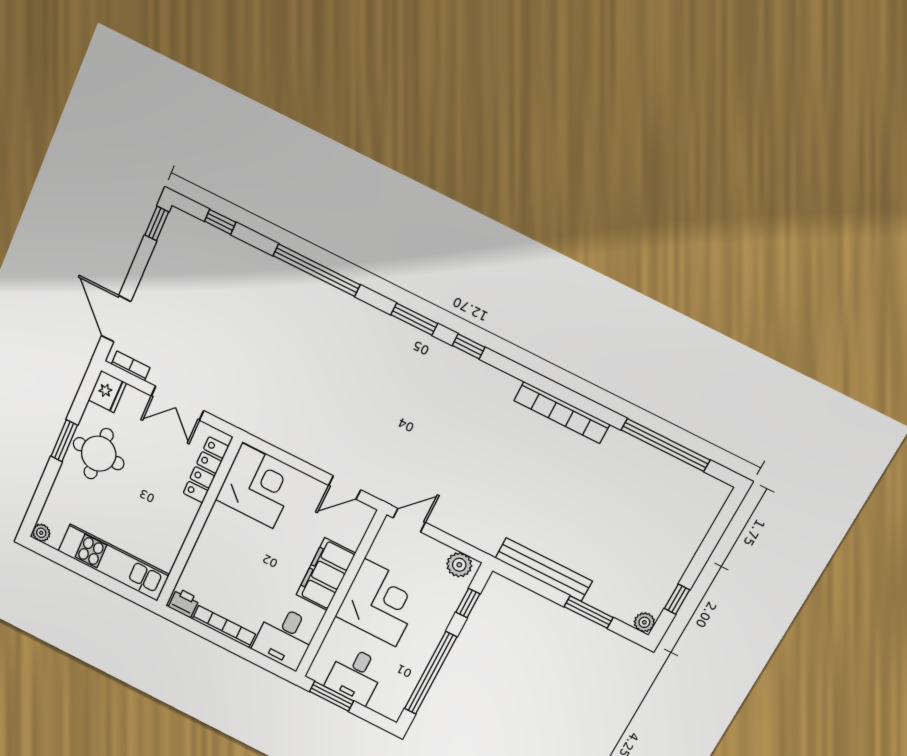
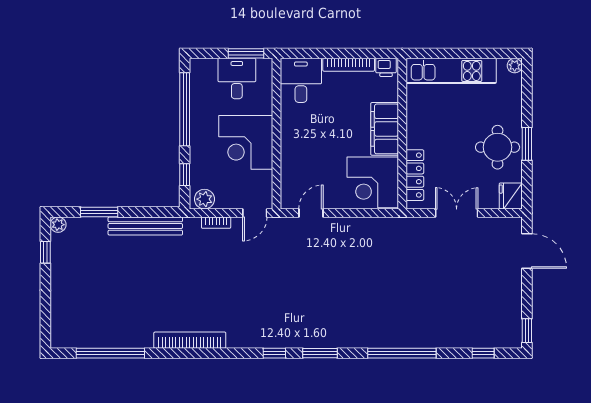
bookcase: (131, 366) -> (216, 223), moved
filing cabinet: (326, 574) -> (385, 129), moved, turned 180

